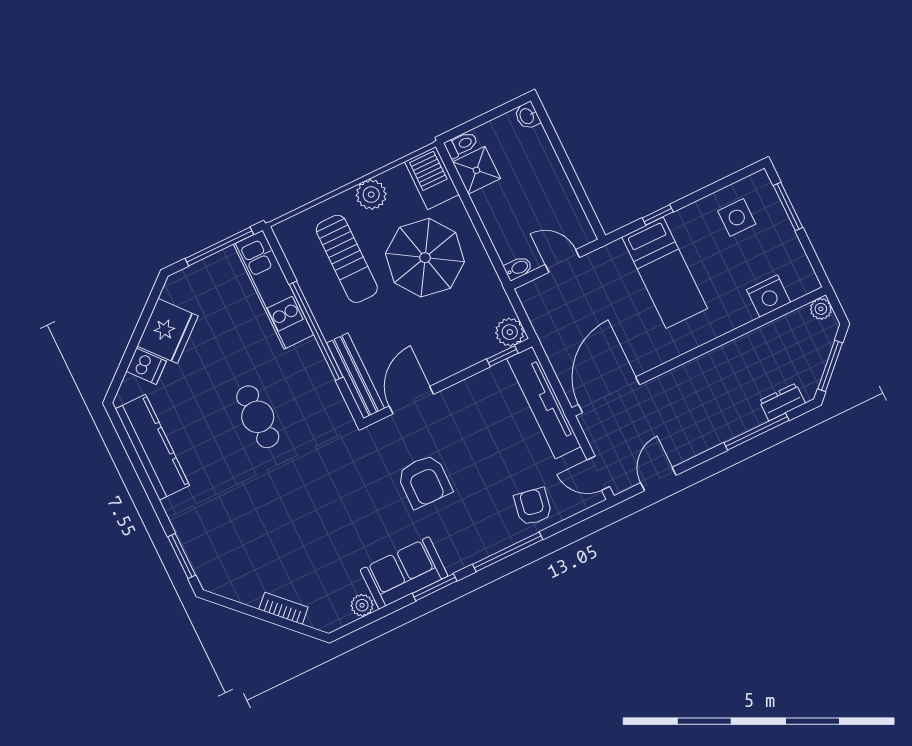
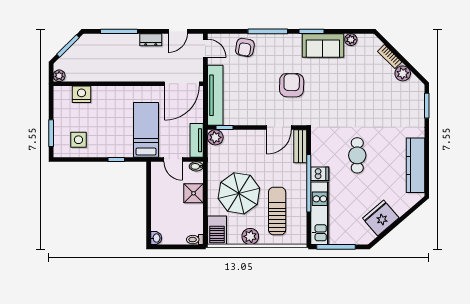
shower: (476, 170) -> (194, 193), moved
bed: (665, 273) -> (146, 130), moved
tv unit: (538, 312) -> (197, 140), added
dishwasher: (146, 366) -> (320, 174), moved, turned 131
bench: (356, 376) -> (300, 146), width x0.73
dresser: (782, 402) -> (151, 40), moved
plant: (248, 591) -> (403, 73), added

